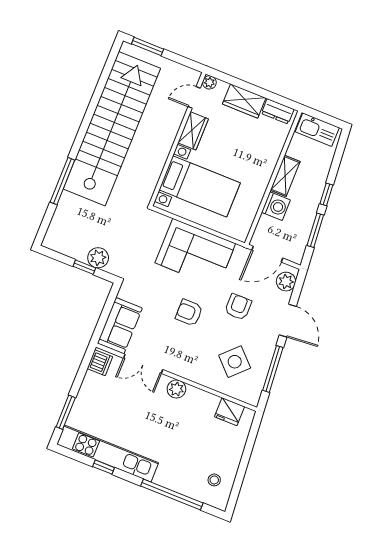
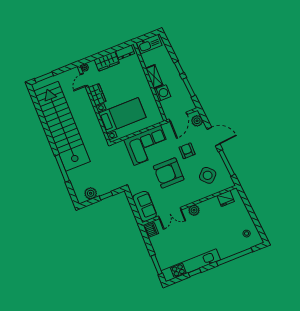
plant: (98, 258) -> (91, 193), moved
armchair: (189, 313) -> (169, 173), width x1.88, depth x1.88

